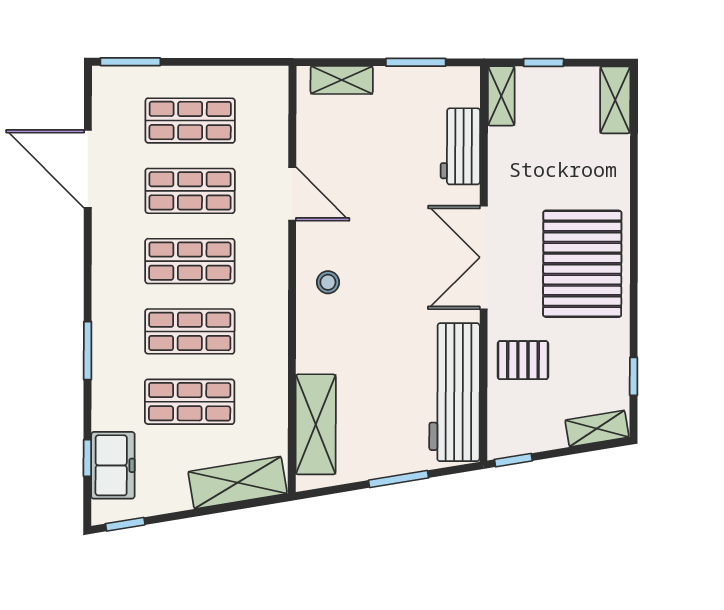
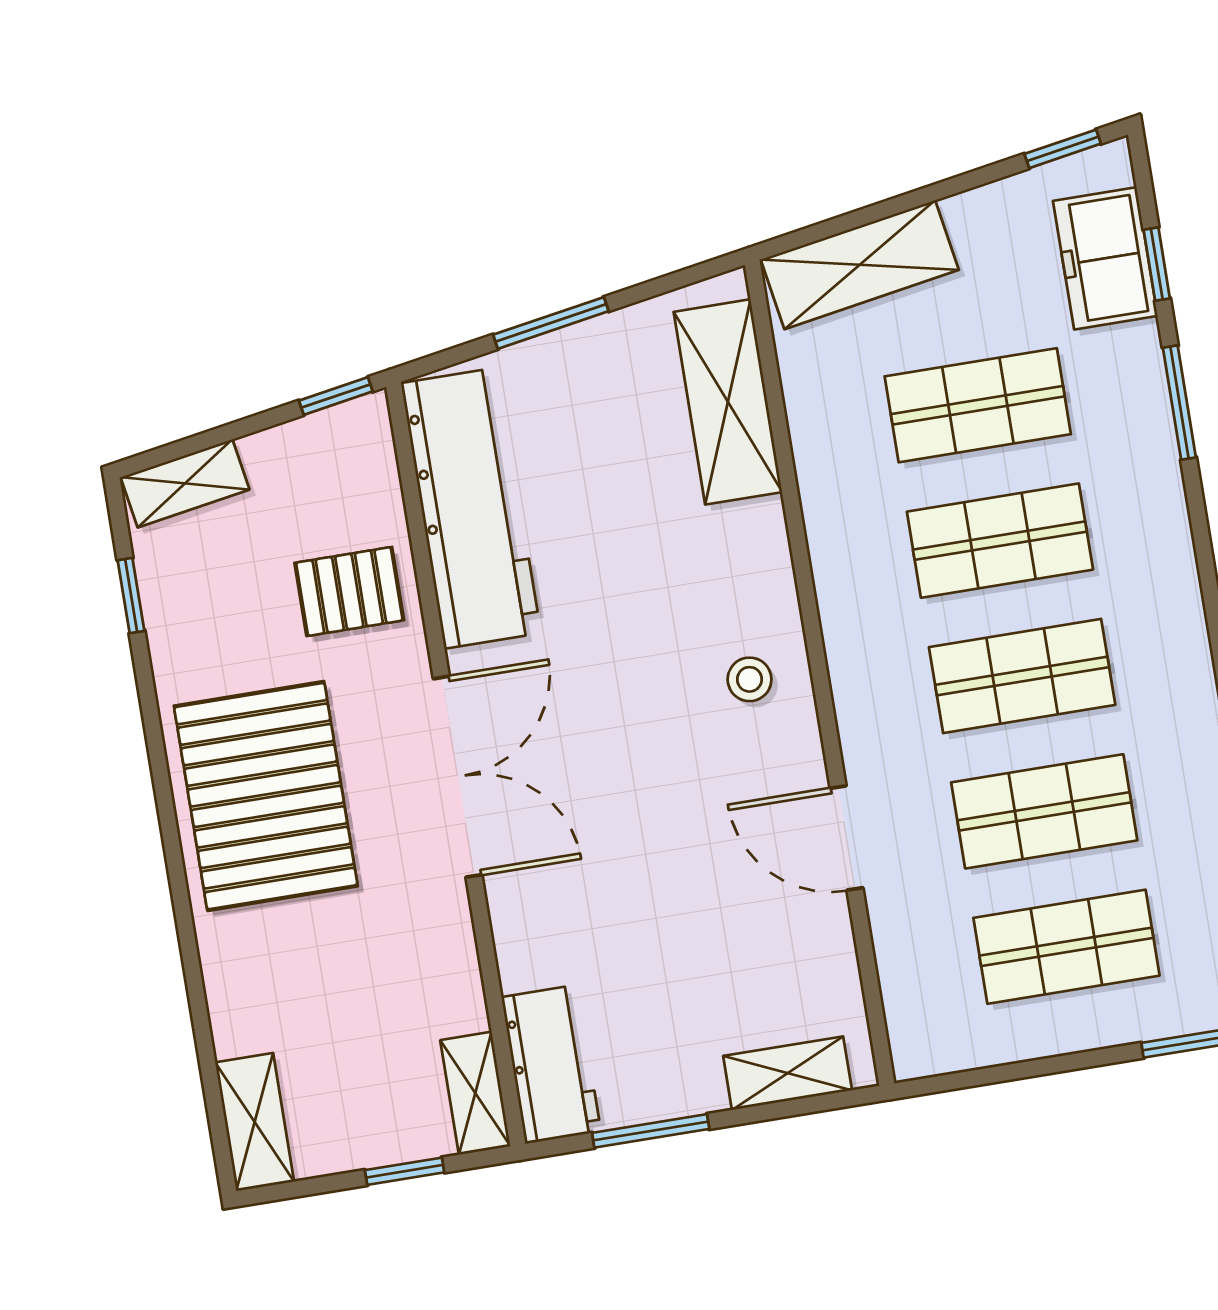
workbench: (460, 146) -> (551, 1064), moved
window: (88, 351) -> (1179, 403), moved

